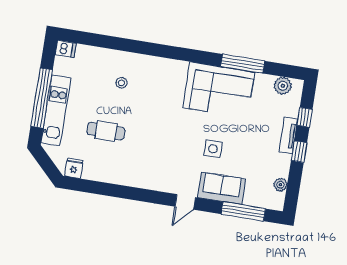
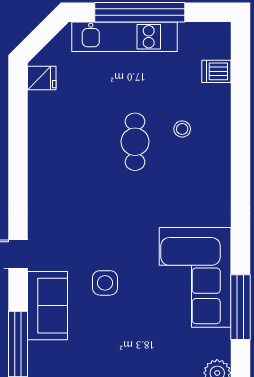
dishwasher: (66, 49) -> (216, 71), moved, turned 90
cafe table: (106, 131) -> (135, 142), moved

